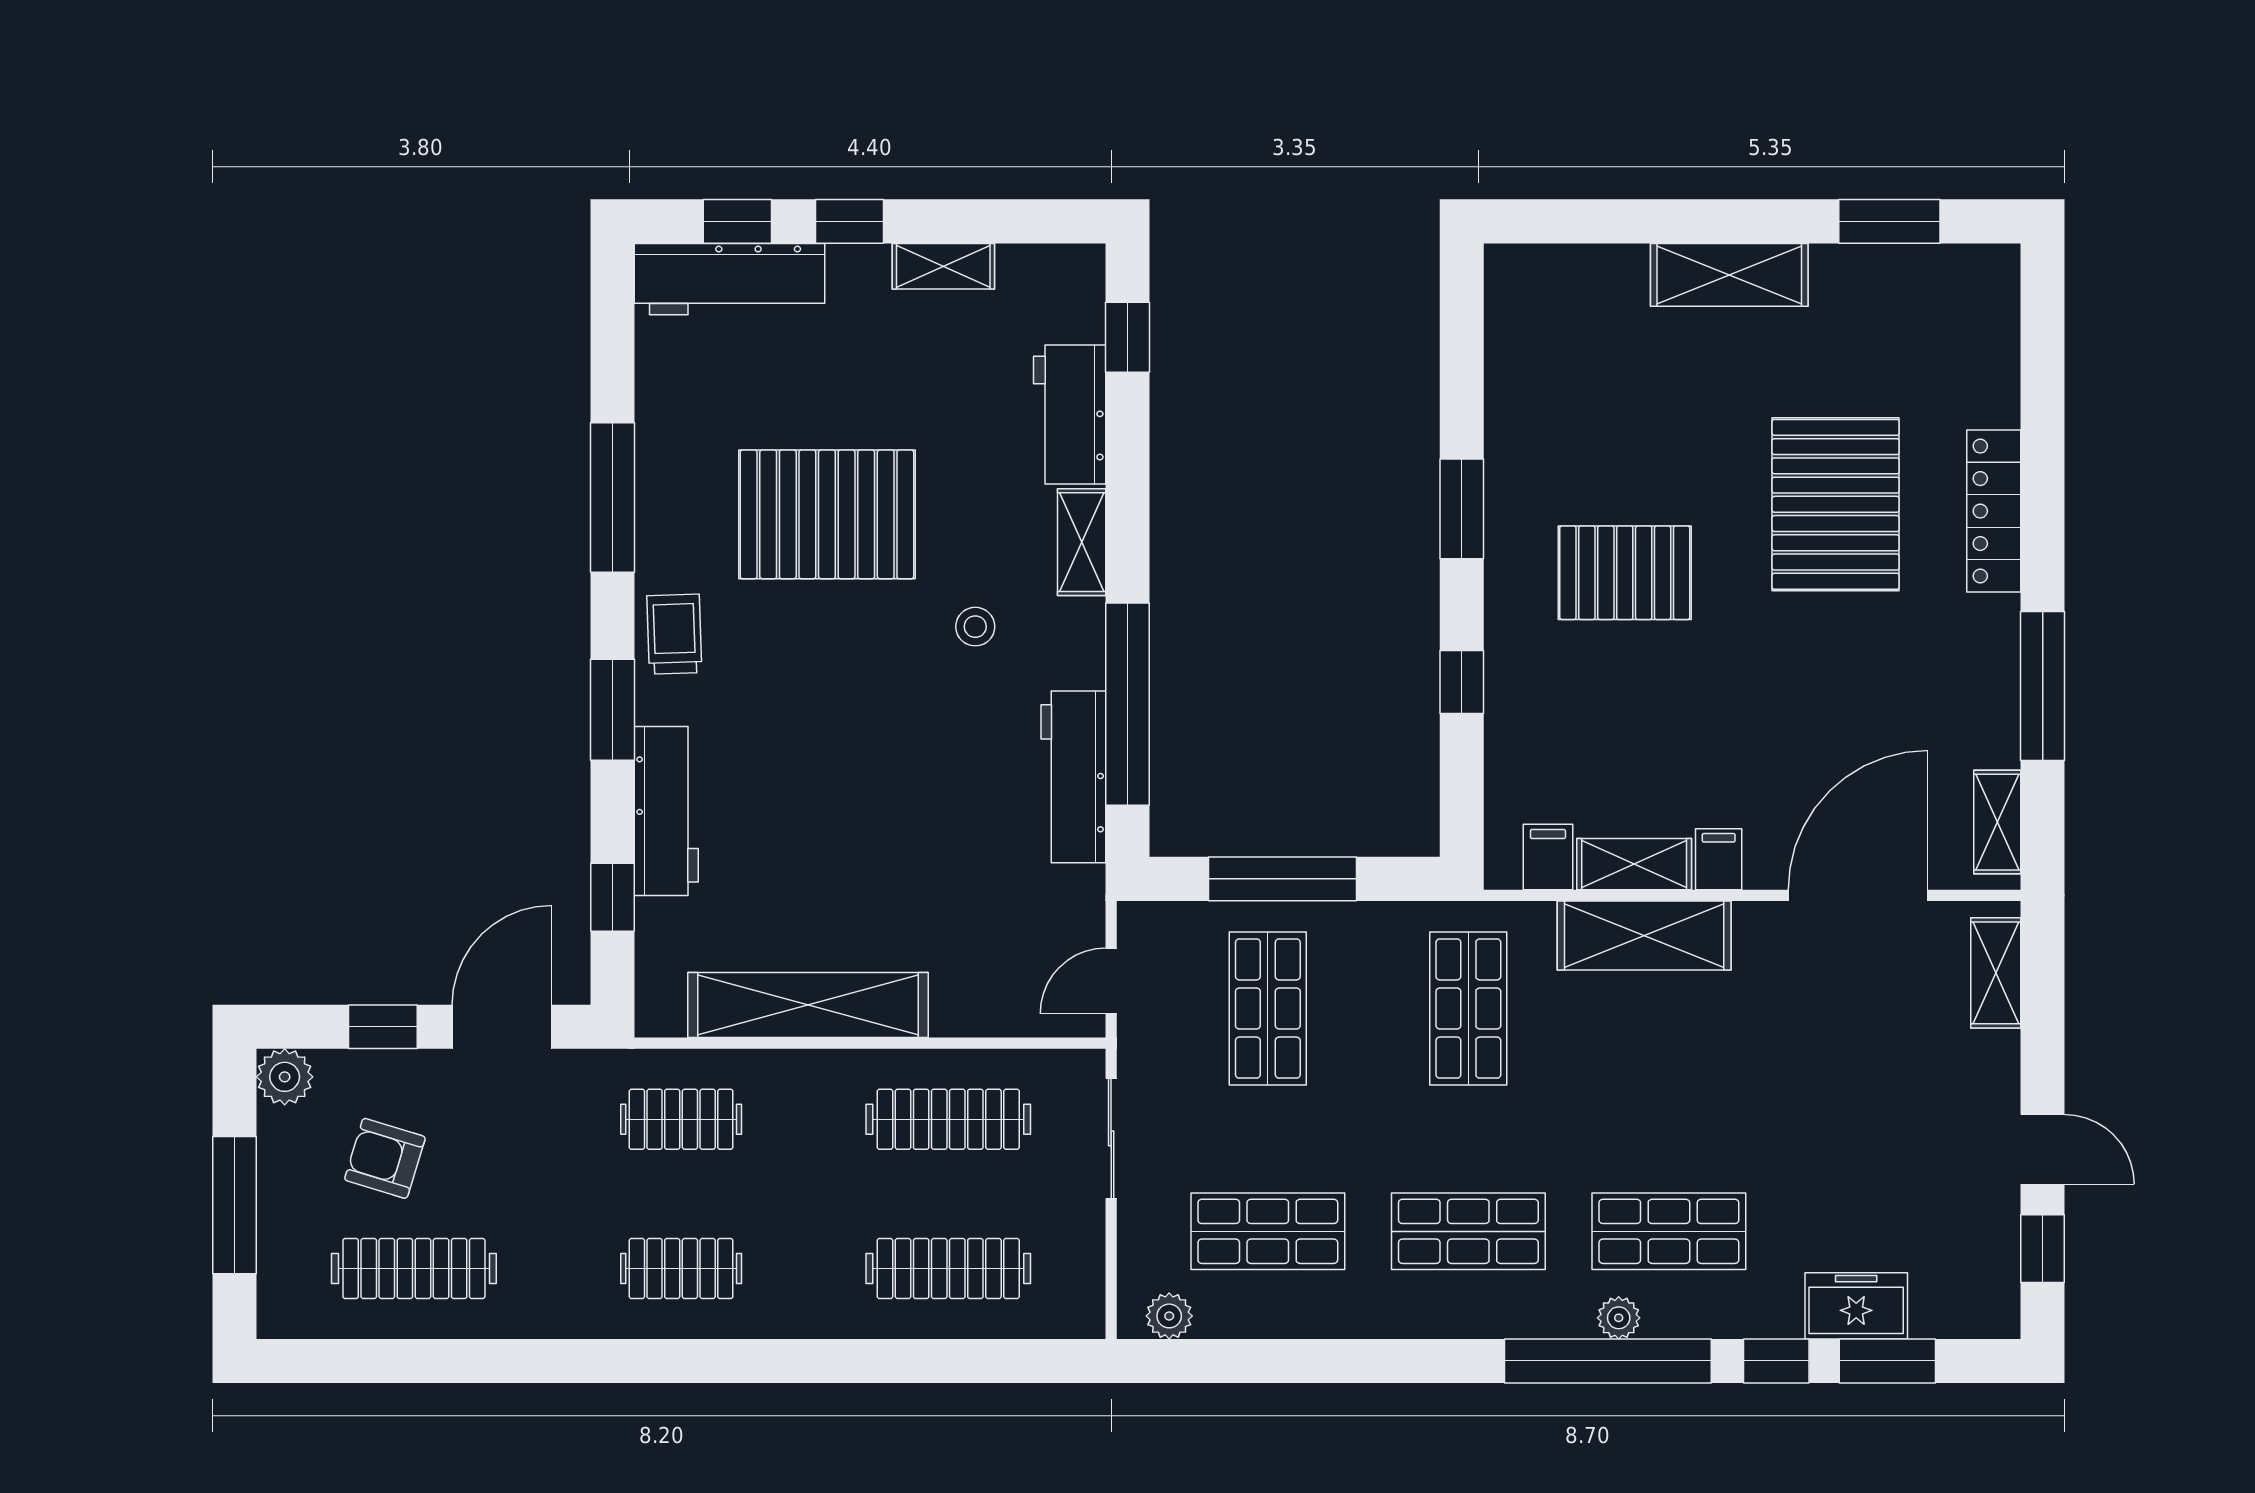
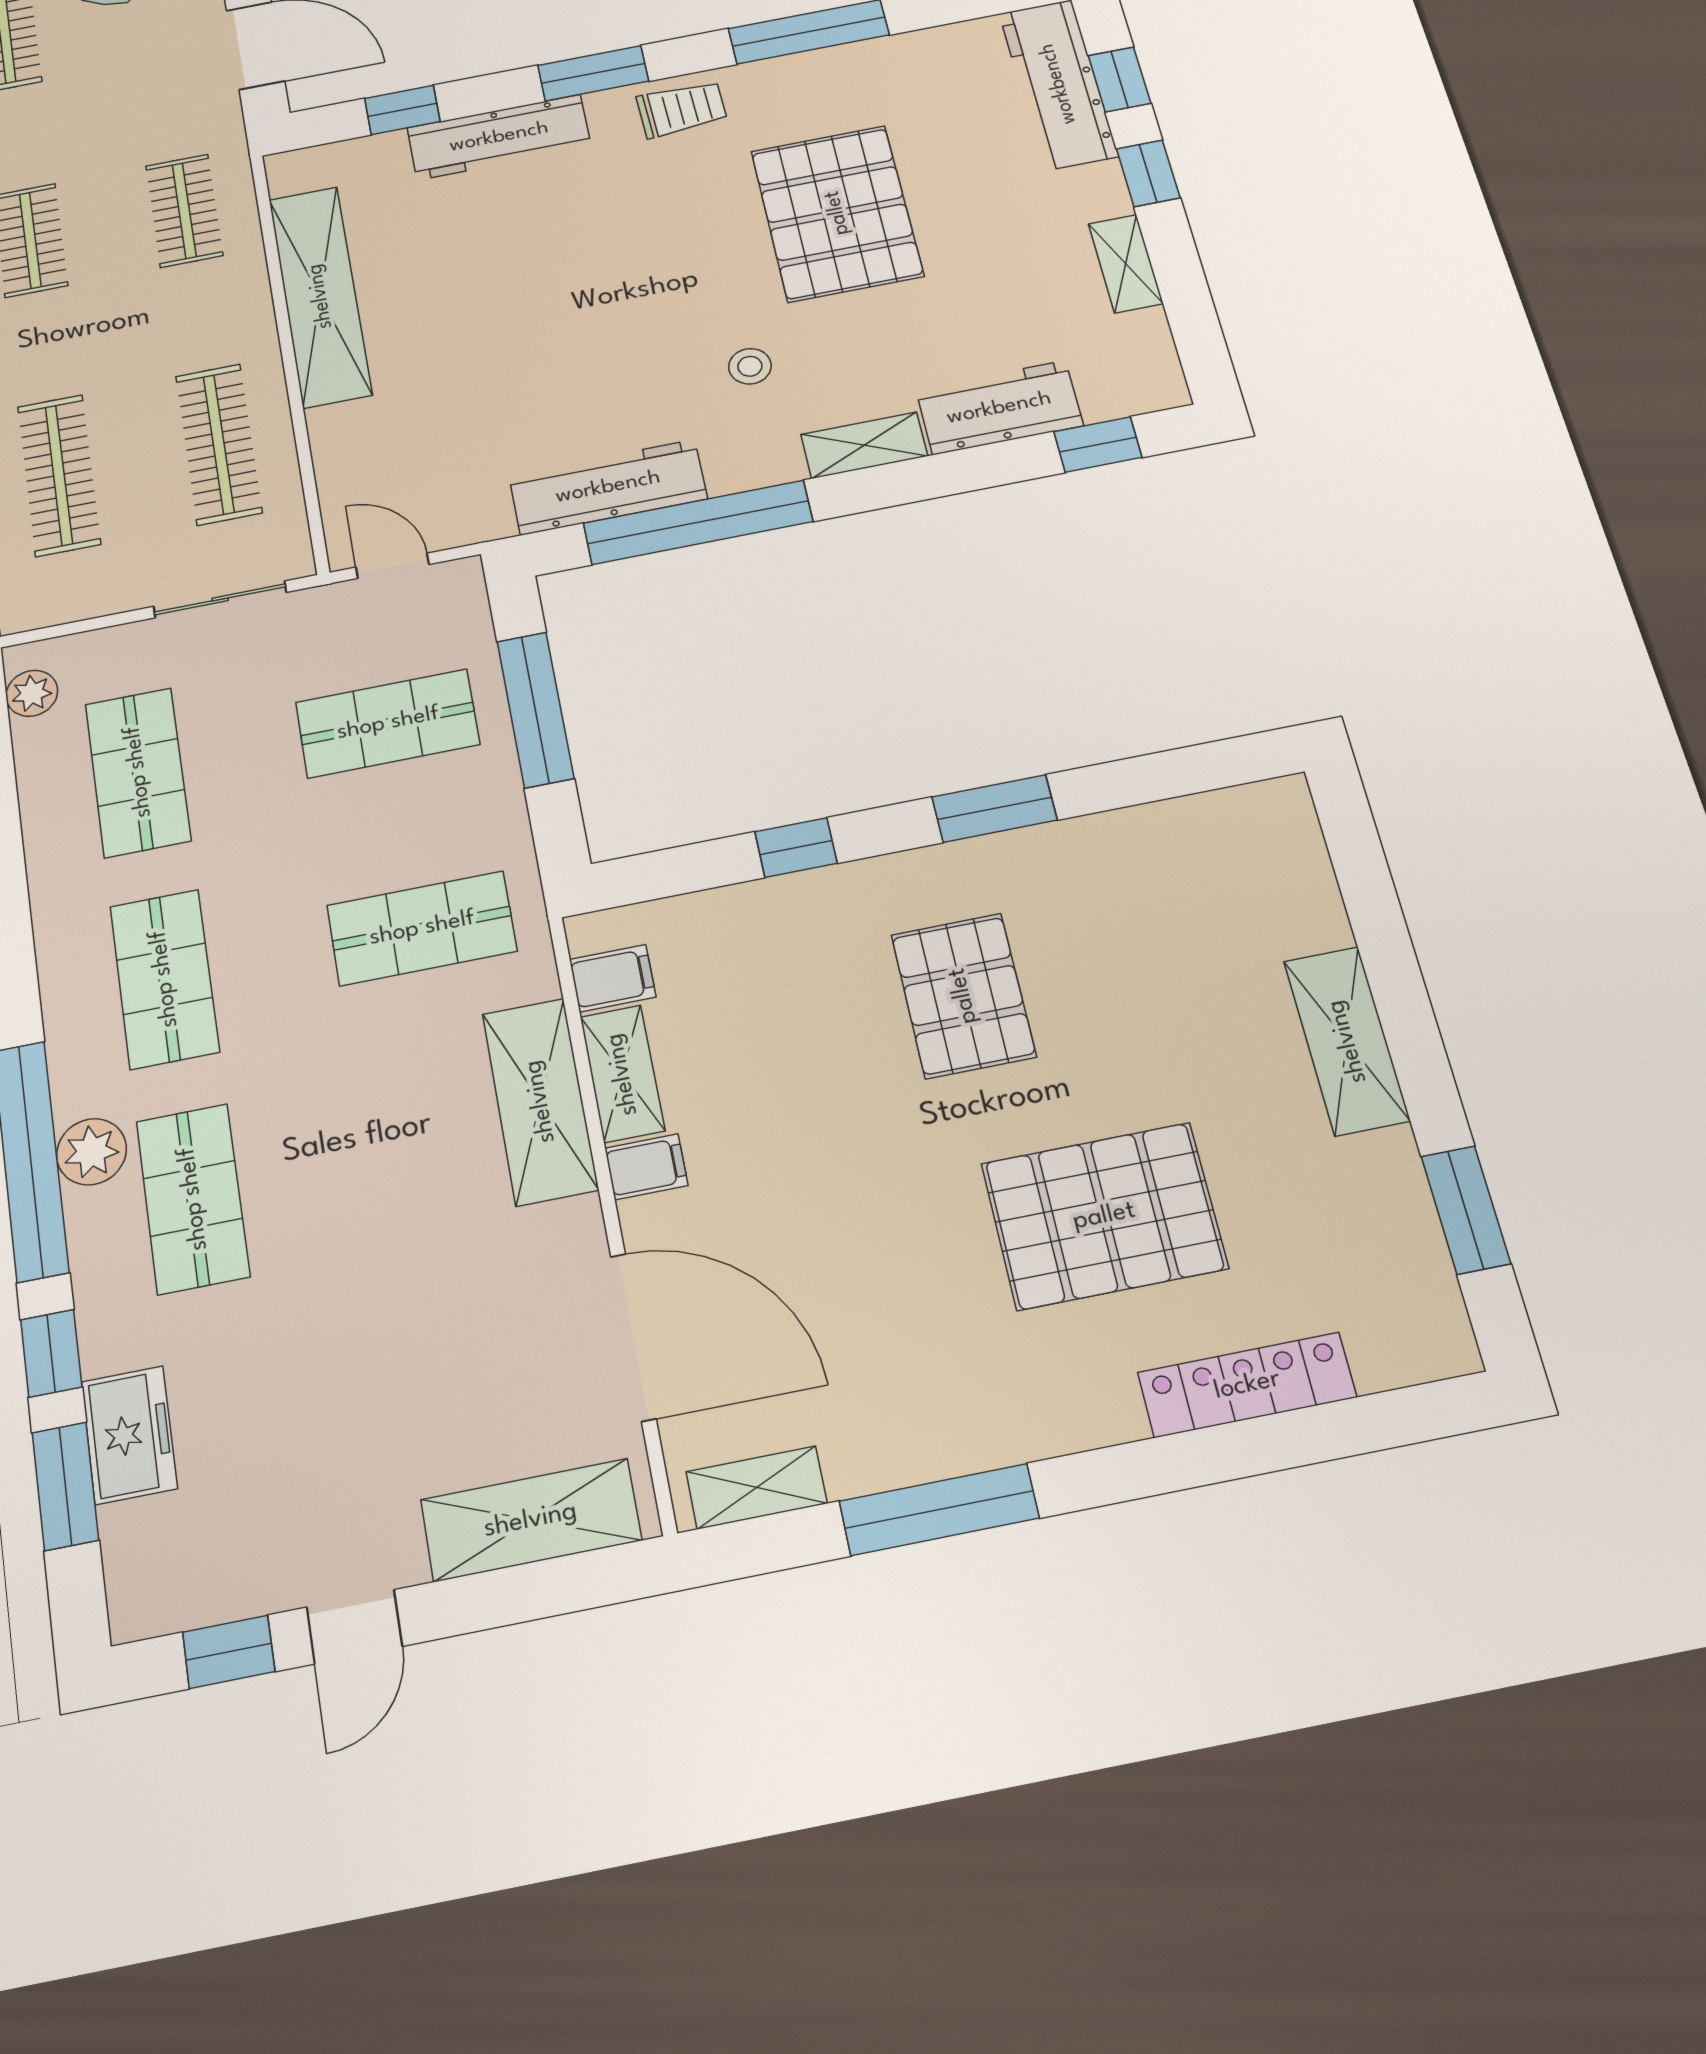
locker: (1994, 511) -> (1247, 1385), moved
shelving: (1996, 973) -> (531, 1520), width x1.50, depth x1.33
plant: (1619, 1318) -> (91, 1152), width x1.38, depth x1.38

